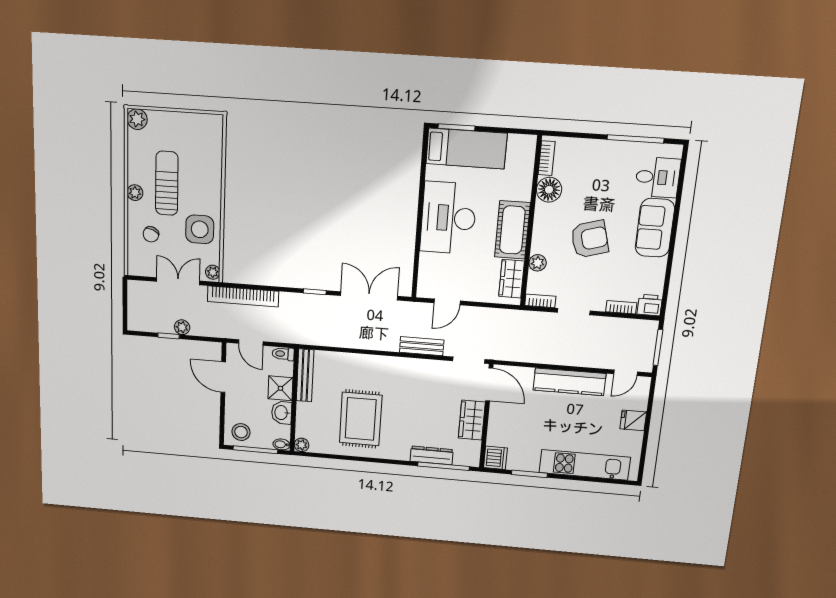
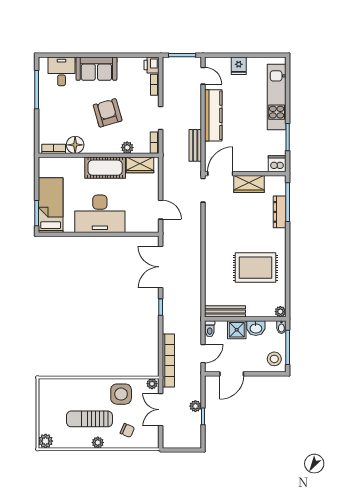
bench: (422, 346) -> (195, 145), moved

